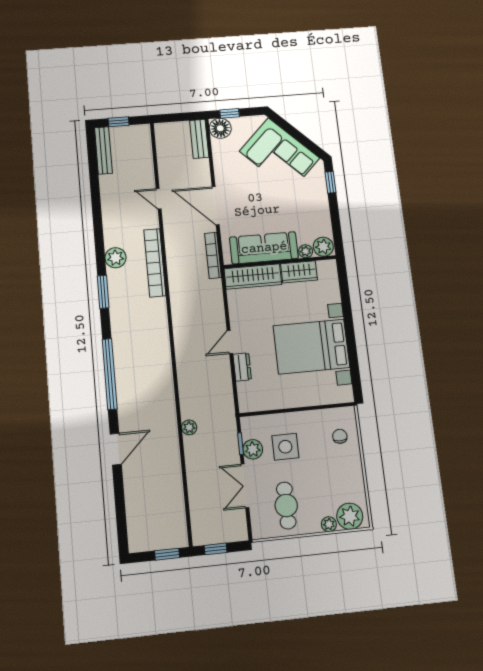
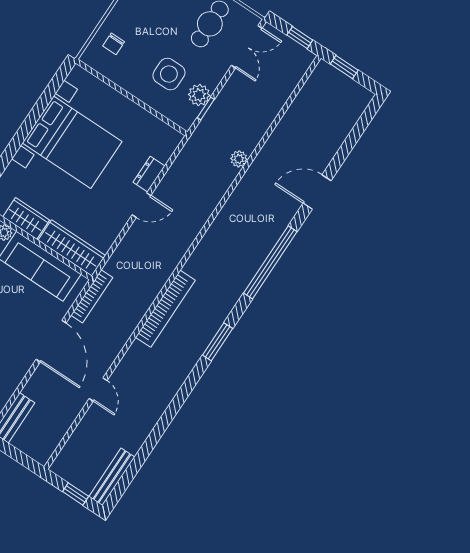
plant: (116, 258) -> (182, 365), removed
bookcase: (155, 263) -> (165, 309), moved
double door: (245, 486) -> (247, 47), moved

